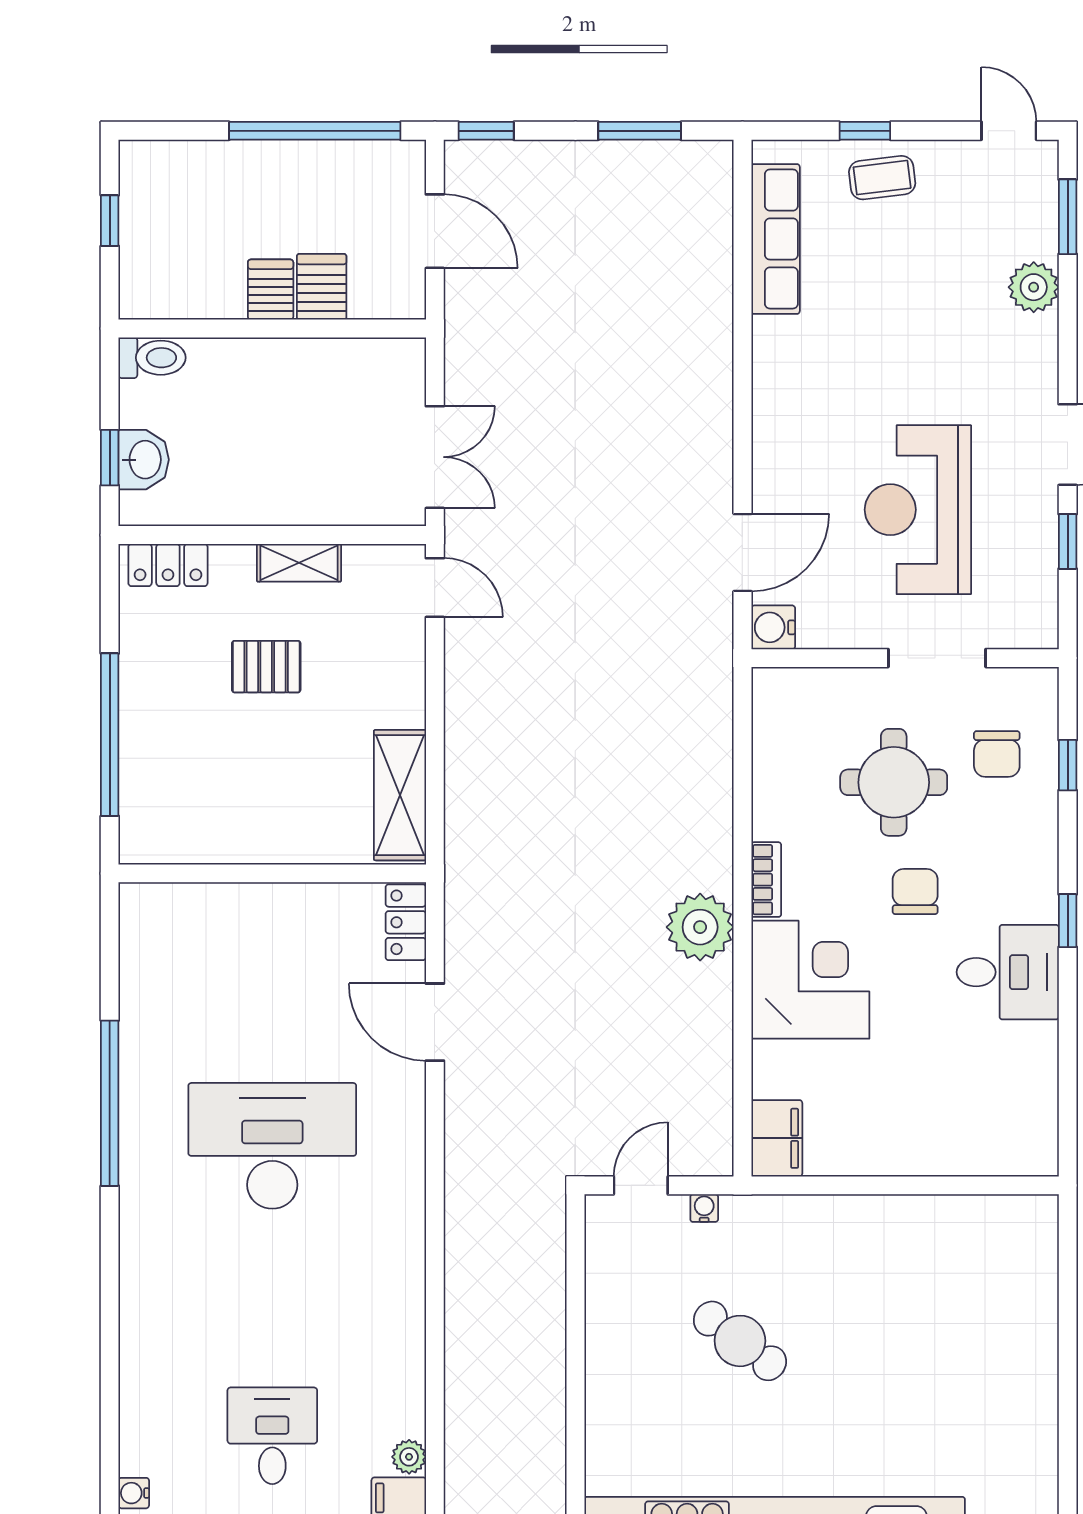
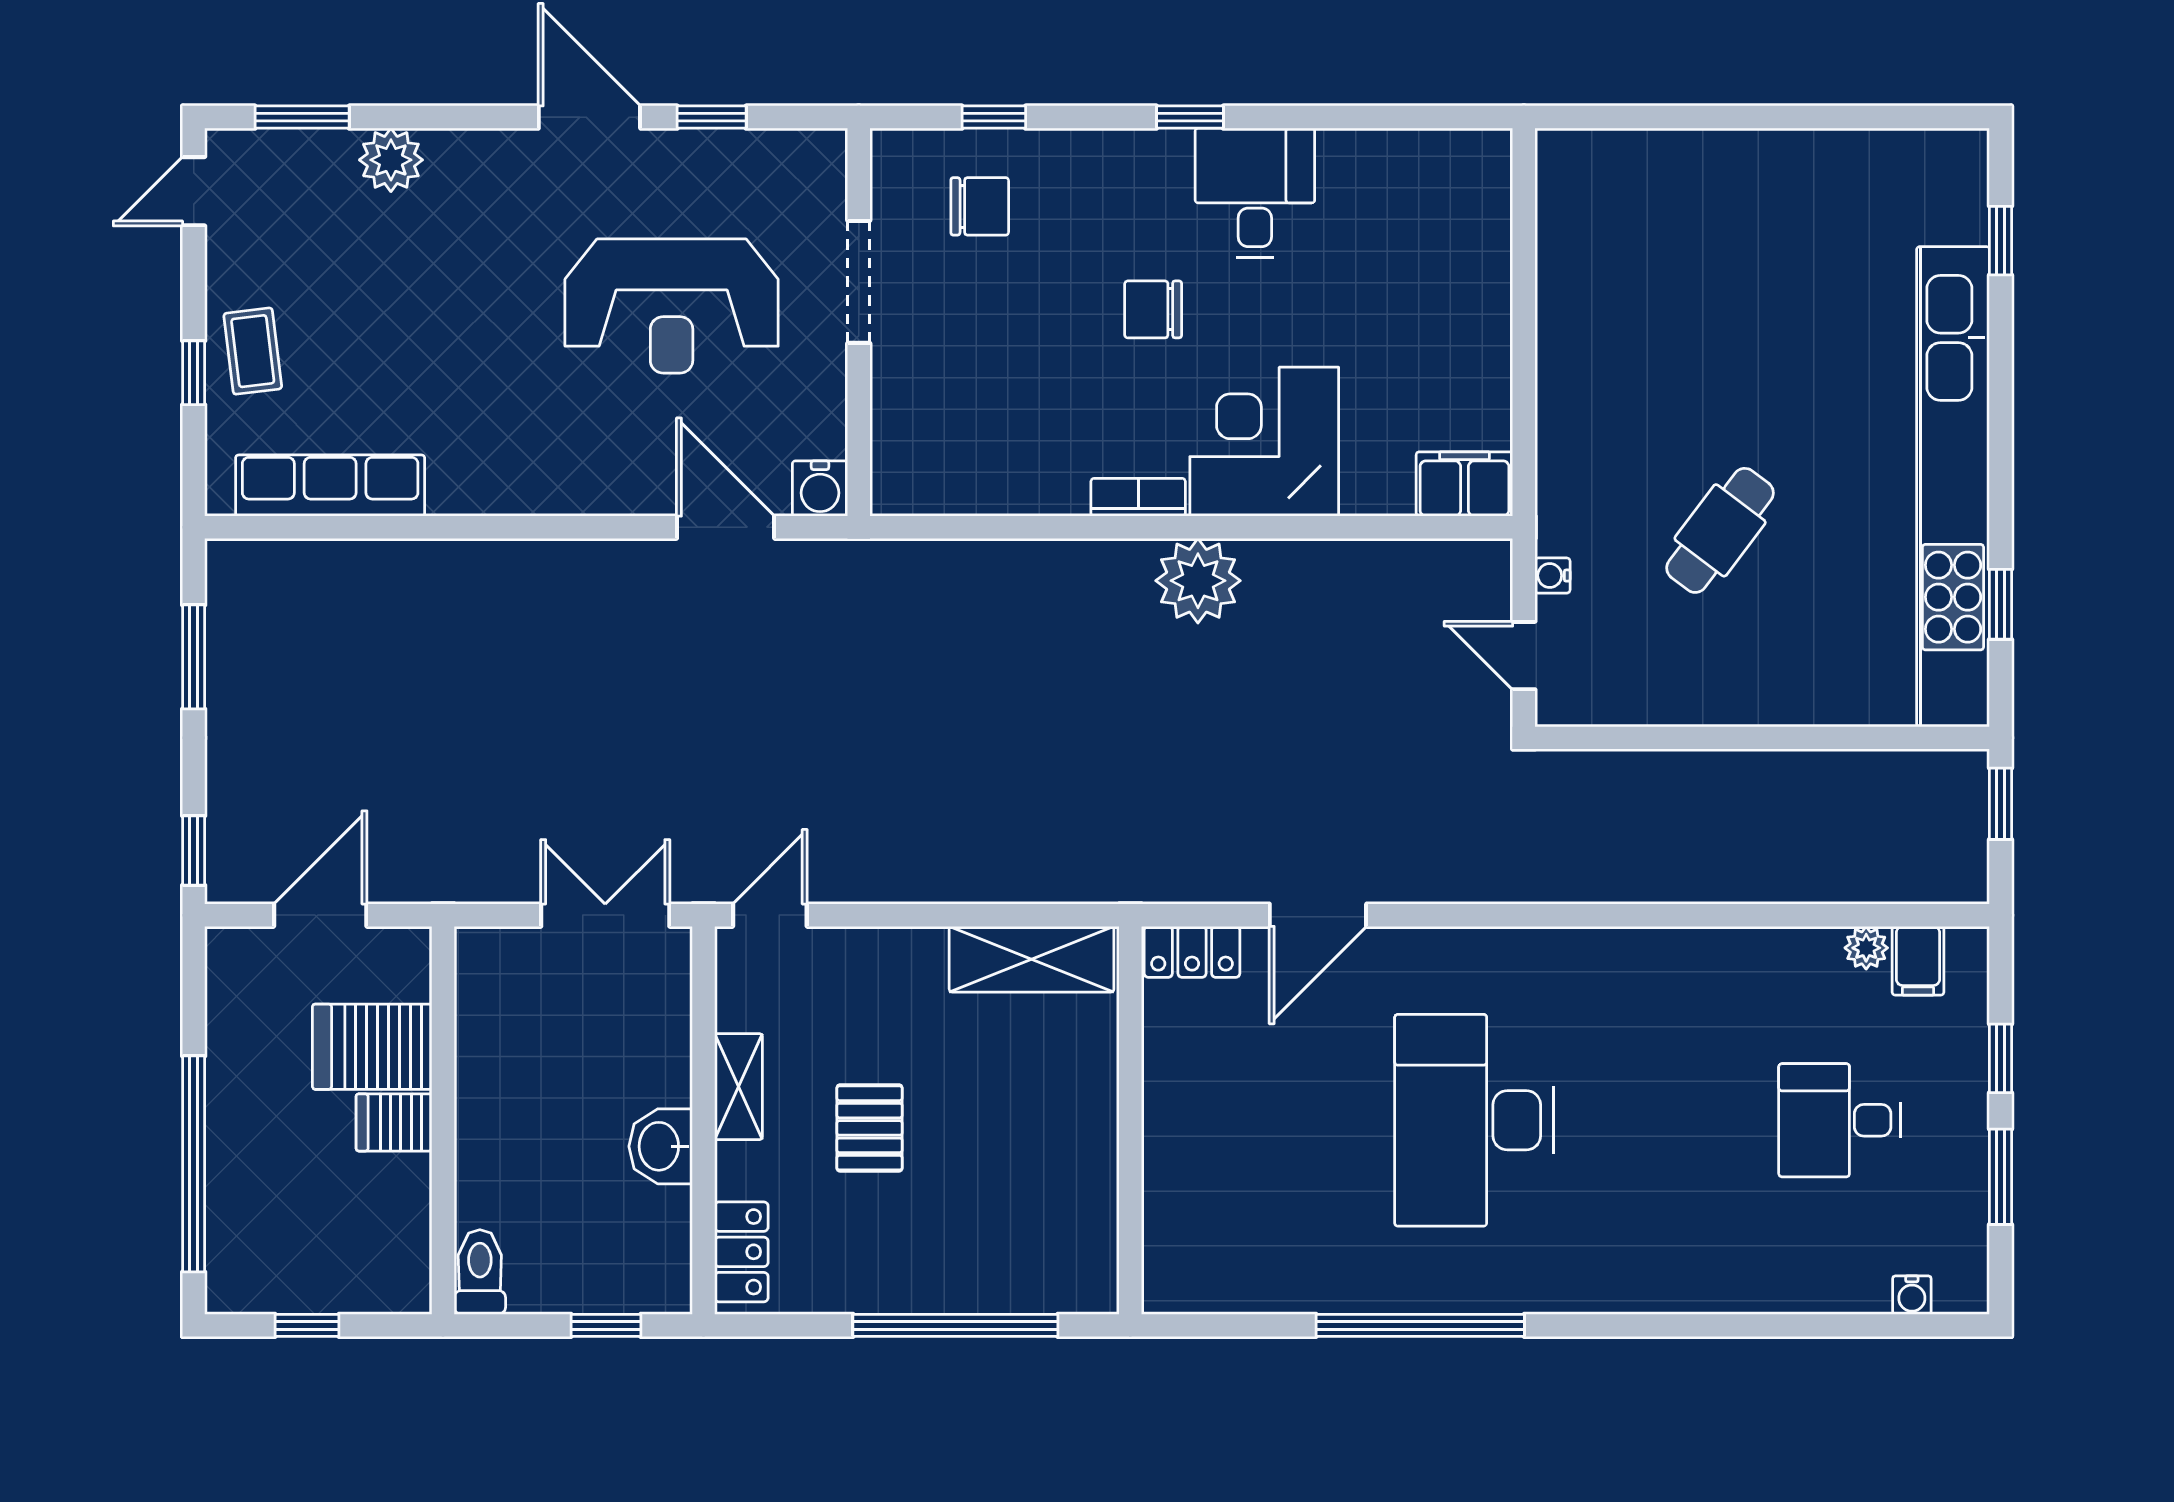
window: (315, 131) -> (194, 1164), moved
server rack: (322, 287) -> (372, 1047), width x1.36, depth x1.44
washbasin: (144, 460) -> (661, 1146), moved, turned -90
round table: (894, 782) -> (1015, 336), removed

